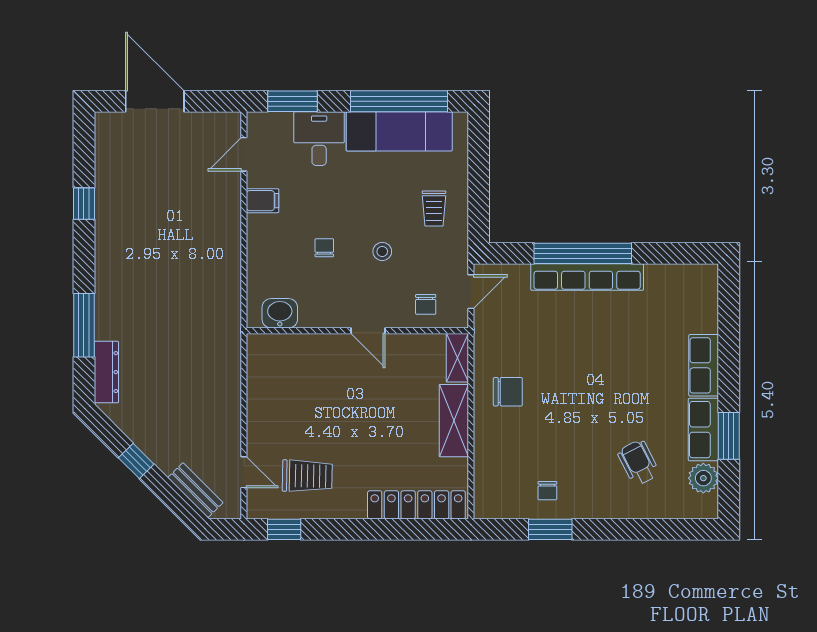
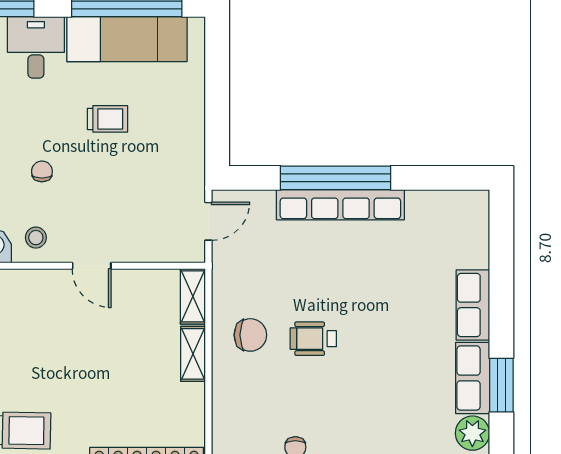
trolley: (434, 208) -> (107, 119), moved, turned -90
stool: (382, 251) -> (36, 238), moved
chair: (426, 304) -> (157, 236), removed
shelving: (454, 421) -> (193, 354), width x0.67, depth x0.75
wheelchair: (638, 463) -> (313, 339), moved, turned -63

